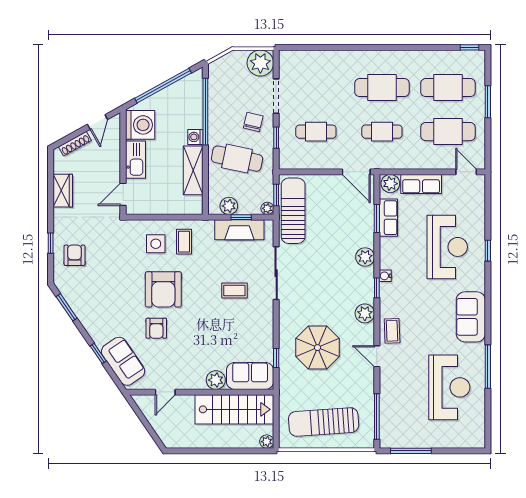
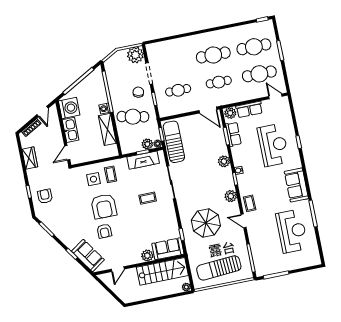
plant: (229, 206) -> (147, 144), moved

